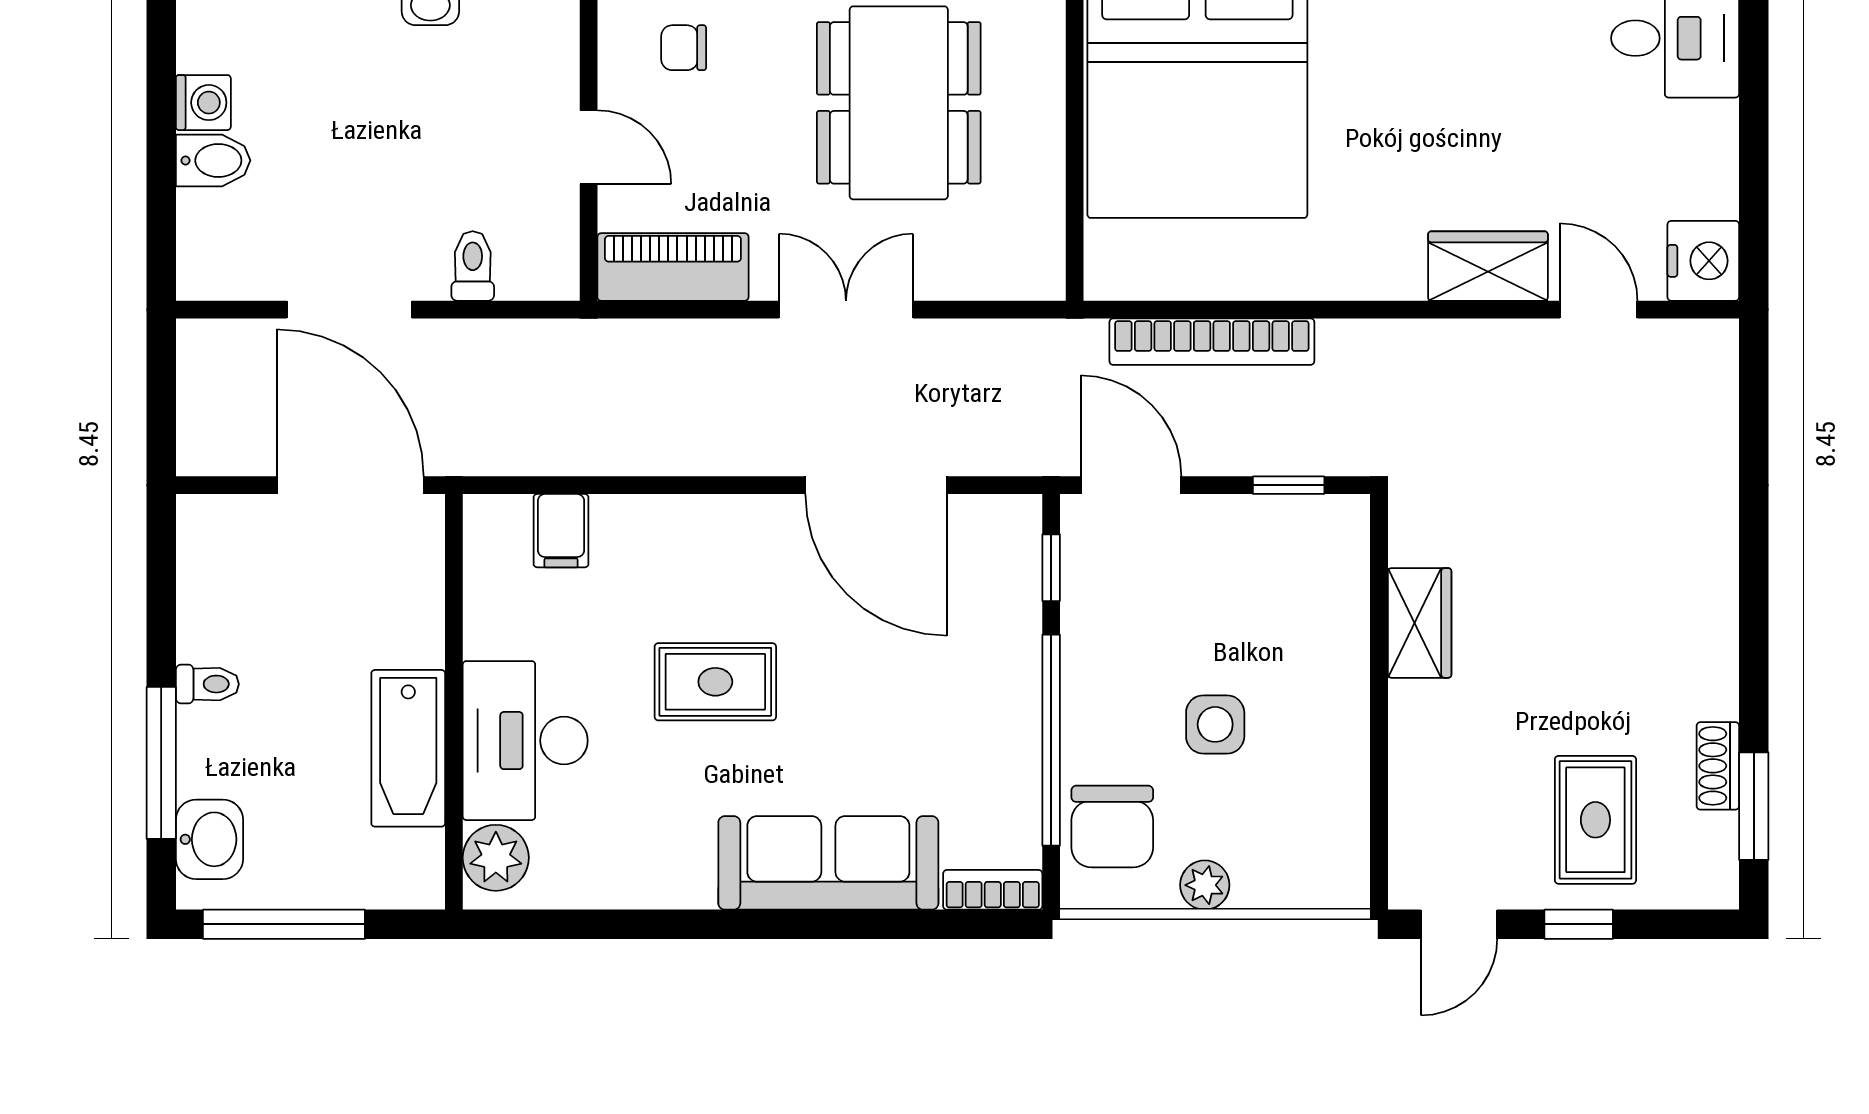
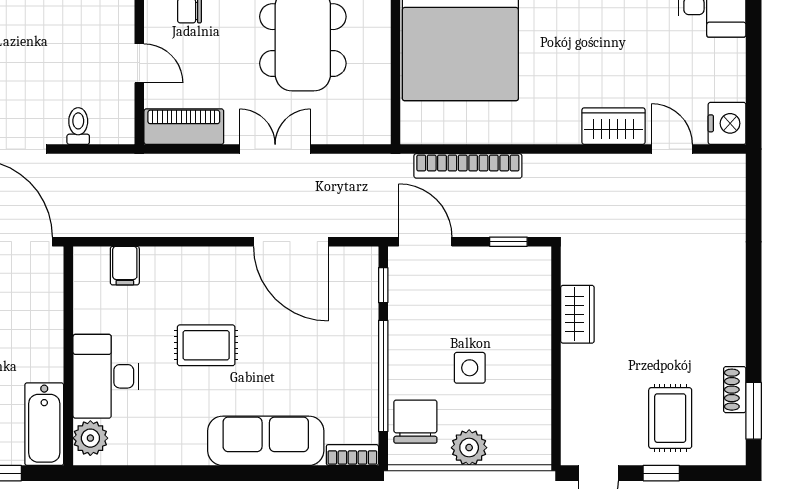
bathtub: (408, 748) -> (44, 424), moved
chair: (1112, 827) -> (415, 422), turned 180
plant: (1205, 885) -> (469, 448), width x1.38, depth x1.38

